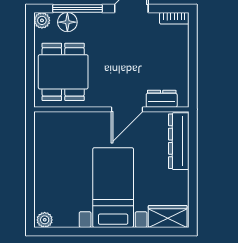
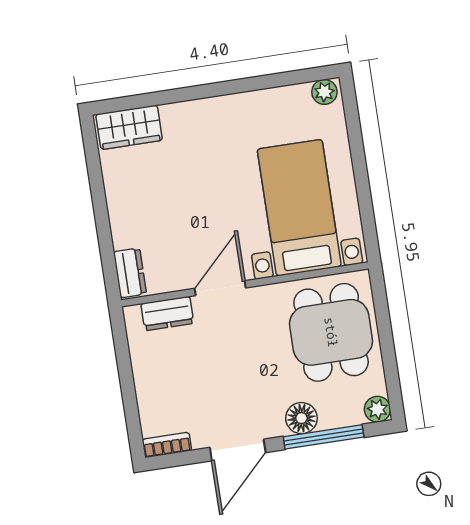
floor lamp: (67, 22) -> (301, 418), moved
dresser: (179, 141) -> (130, 273), width x0.51, depth x0.80
bed with nightstands: (113, 188) -> (299, 208), moved, turned 180

